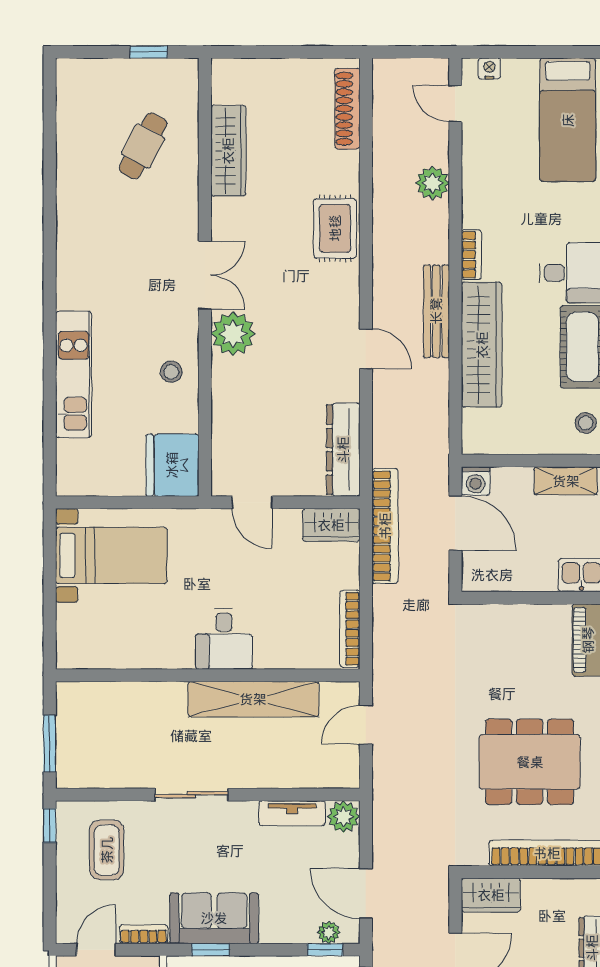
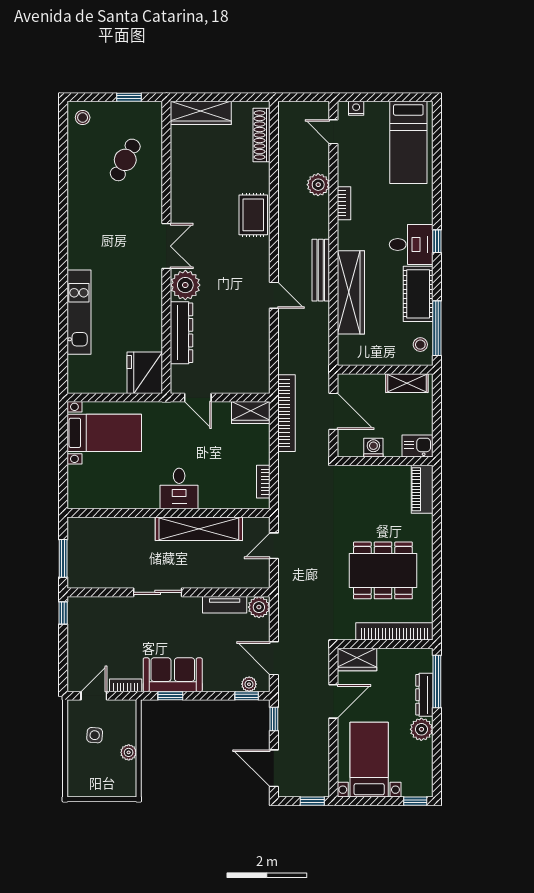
wardrobe: (228, 151) -> (201, 113), moved, turned 90
bookcase: (471, 255) -> (344, 203), moved
stool: (171, 372) -> (83, 118), moved
dresser: (343, 450) -> (182, 333), moved, turned 180
washing machine: (476, 481) -> (373, 448), moved, turned 180
bookcase: (350, 629) -> (263, 482), width x0.64
coffee table: (107, 850) -> (101, 629), removed

